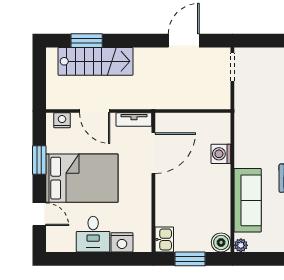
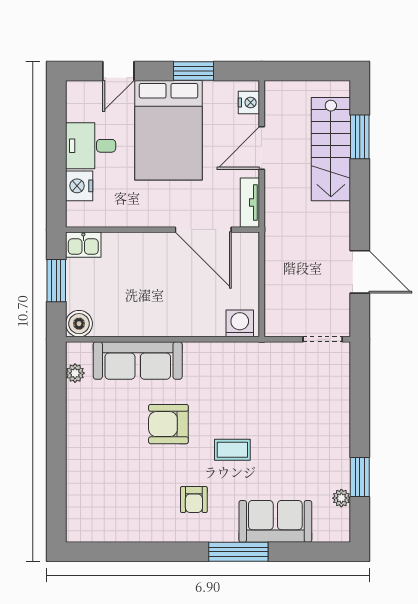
washing machine: (221, 154) -> (240, 323), moved
plant: (241, 245) -> (75, 373), moved

